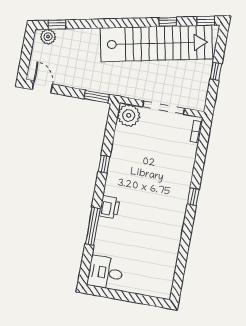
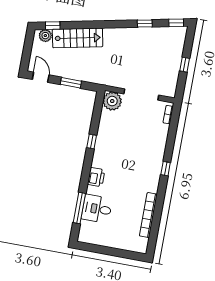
stairs: (156, 43) -> (78, 38), moved, width x0.54, depth x0.66
window: (97, 97) -> (71, 83), moved
window: (93, 226) -> (79, 208), moved
bookcase: (173, 253) -> (148, 215), added
desk: (106, 273) -> (97, 209), moved

